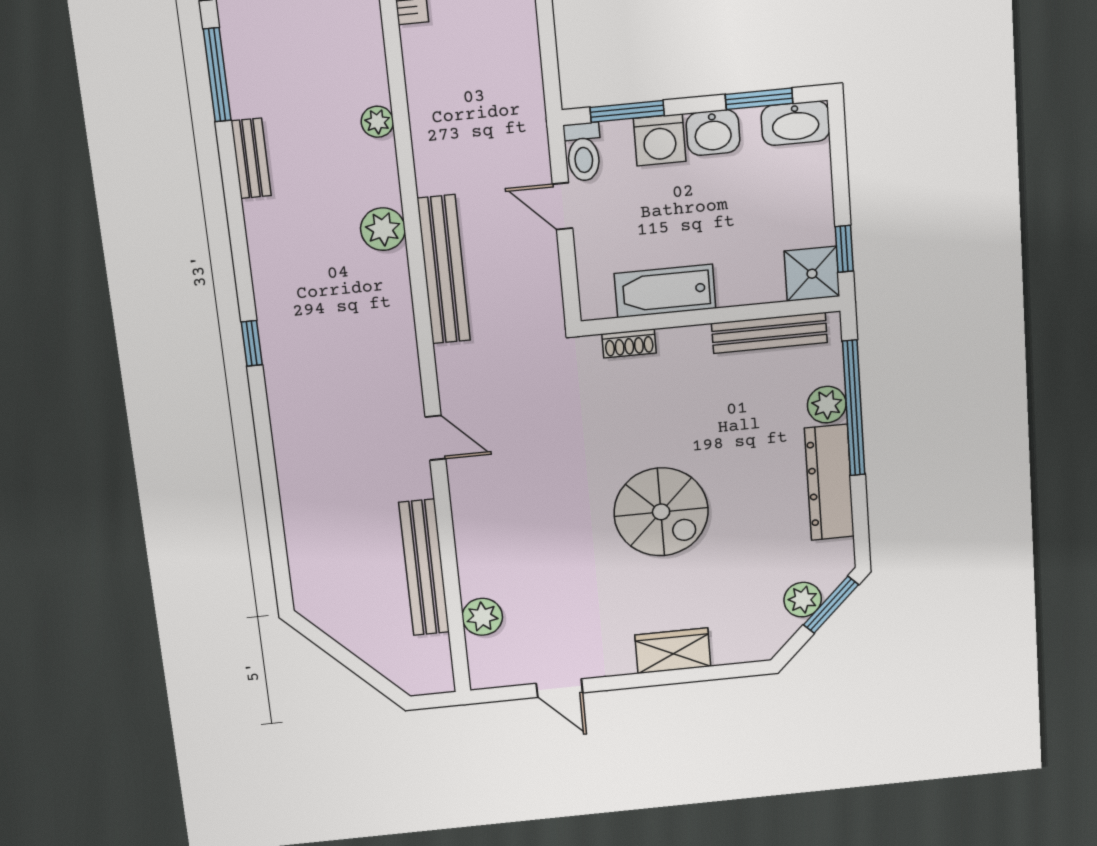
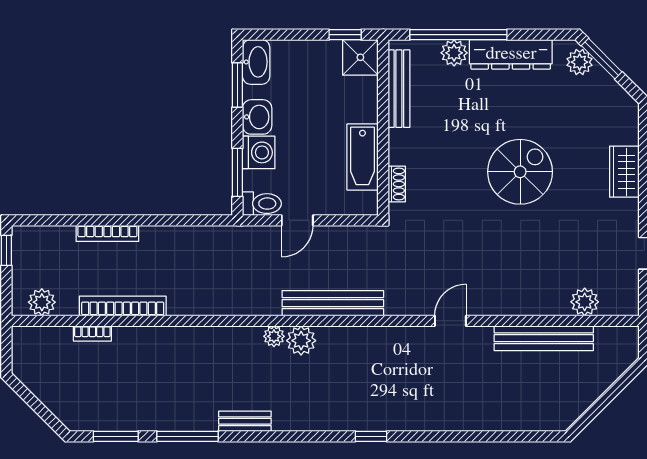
plant: (377, 122) -> (274, 336), moved
plant: (803, 600) -> (580, 62), moved

